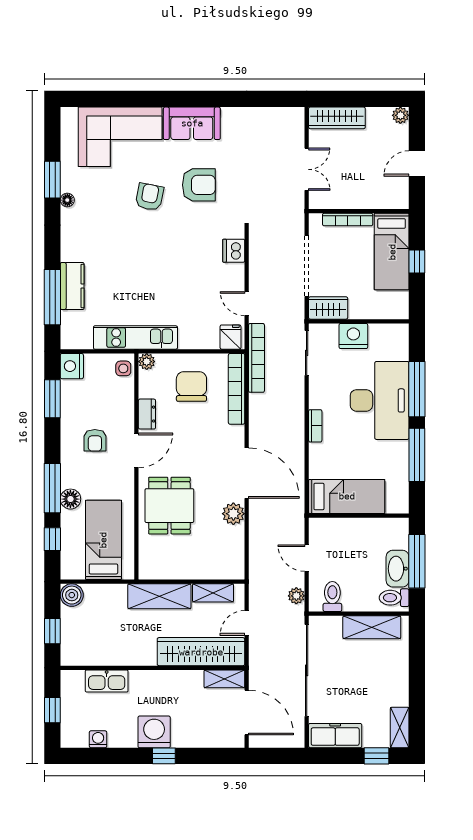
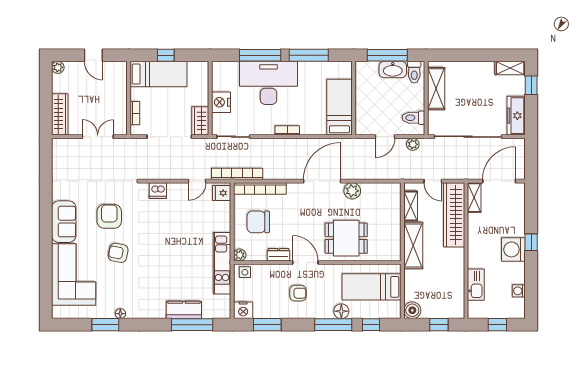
bookcase: (348, 220) -> (135, 113), width x0.64

